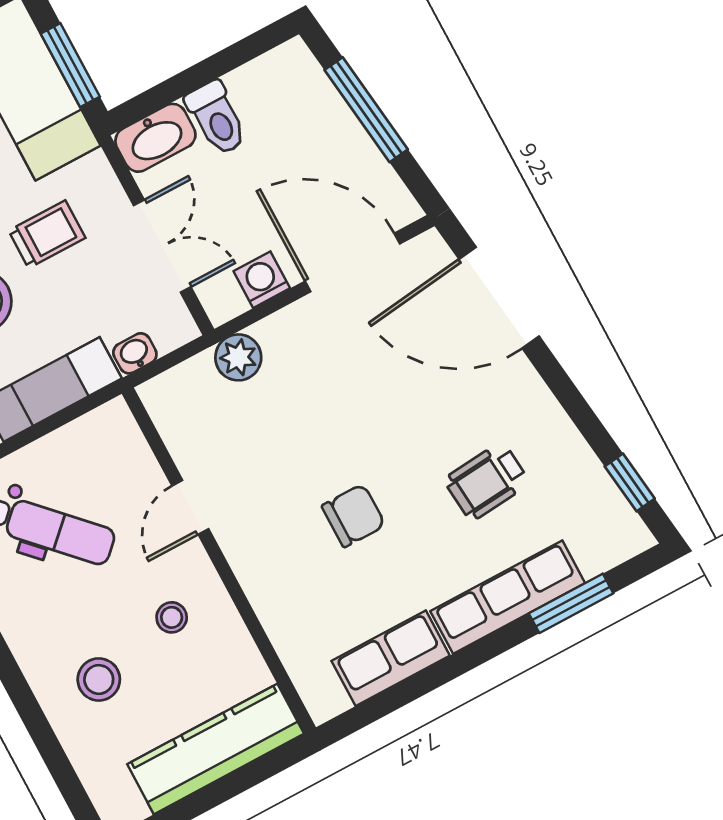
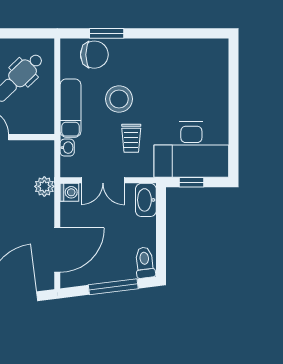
window: (70, 65) -> (191, 182), width x0.67
toilet: (217, 118) -> (145, 263), moved, turned 83
washing machine: (262, 280) -> (69, 192), moved

